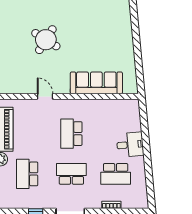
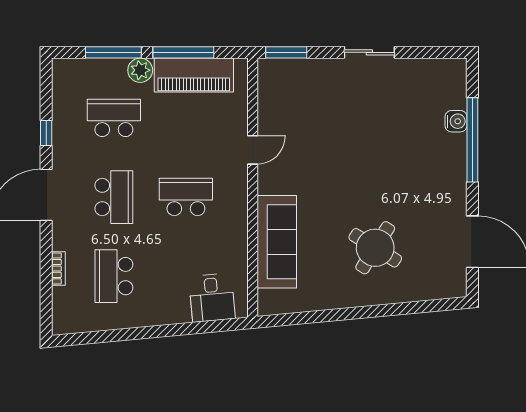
round table: (46, 40) -> (375, 248), moved
desk: (130, 145) -> (212, 298), moved

